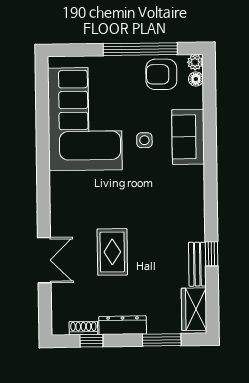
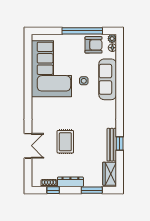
armchair: (161, 74) -> (94, 45), turned 180
sofa: (188, 137) -> (108, 79), width x1.36
bench: (197, 264) -> (112, 145), width x1.36

